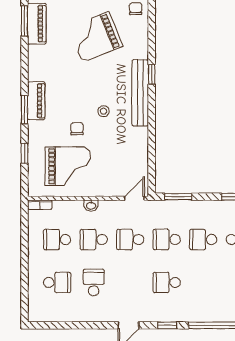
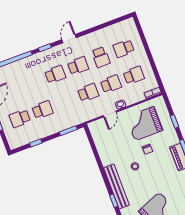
door: (134, 198) -> (110, 114), moved
school desk: (167, 240) -> (78, 66), moved

